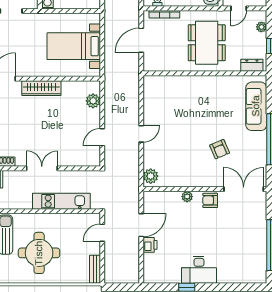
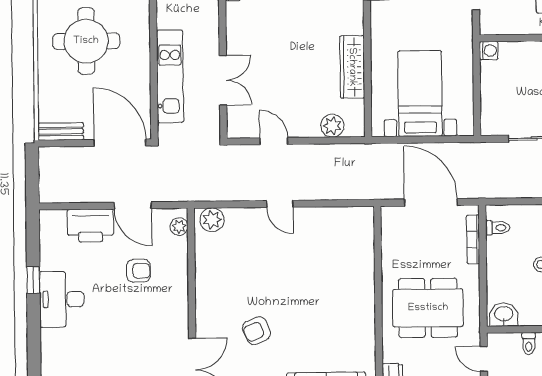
door: (141, 40) -> (431, 202), width x1.36
wardrobe: (41, 88) -> (352, 67), moved
double door: (42, 168) -> (223, 80), moved
plant: (187, 197) -> (179, 227), moved
armchair: (210, 200) -> (138, 271), moved, turned 90
door: (102, 233) -> (120, 143), width x1.88
printer: (150, 245) -> (90, 225), width x1.87, depth x1.48

